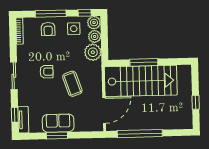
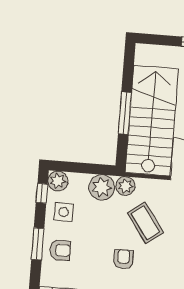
window: (51, 14) -> (38, 244), width x0.69
plant: (95, 36) -> (125, 186), moved
coffee table: (72, 84) -> (145, 223), turned 73

